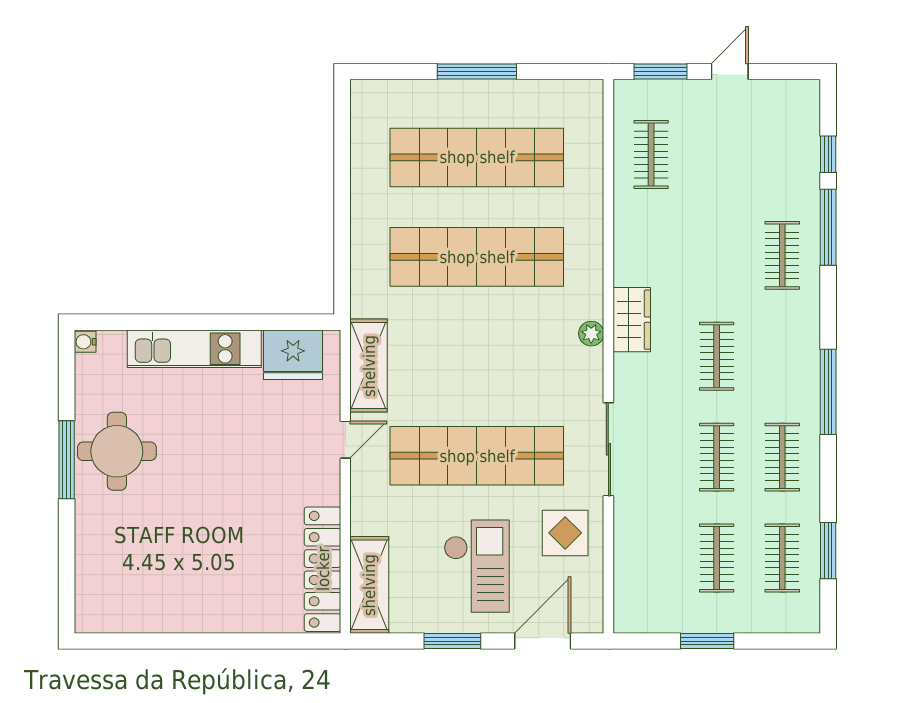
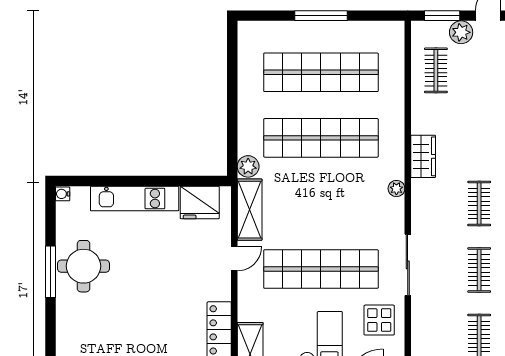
plant: (689, 97) -> (461, 32), added
plant: (366, 300) -> (248, 166), added
wardrobe: (632, 320) -> (423, 156), moved

